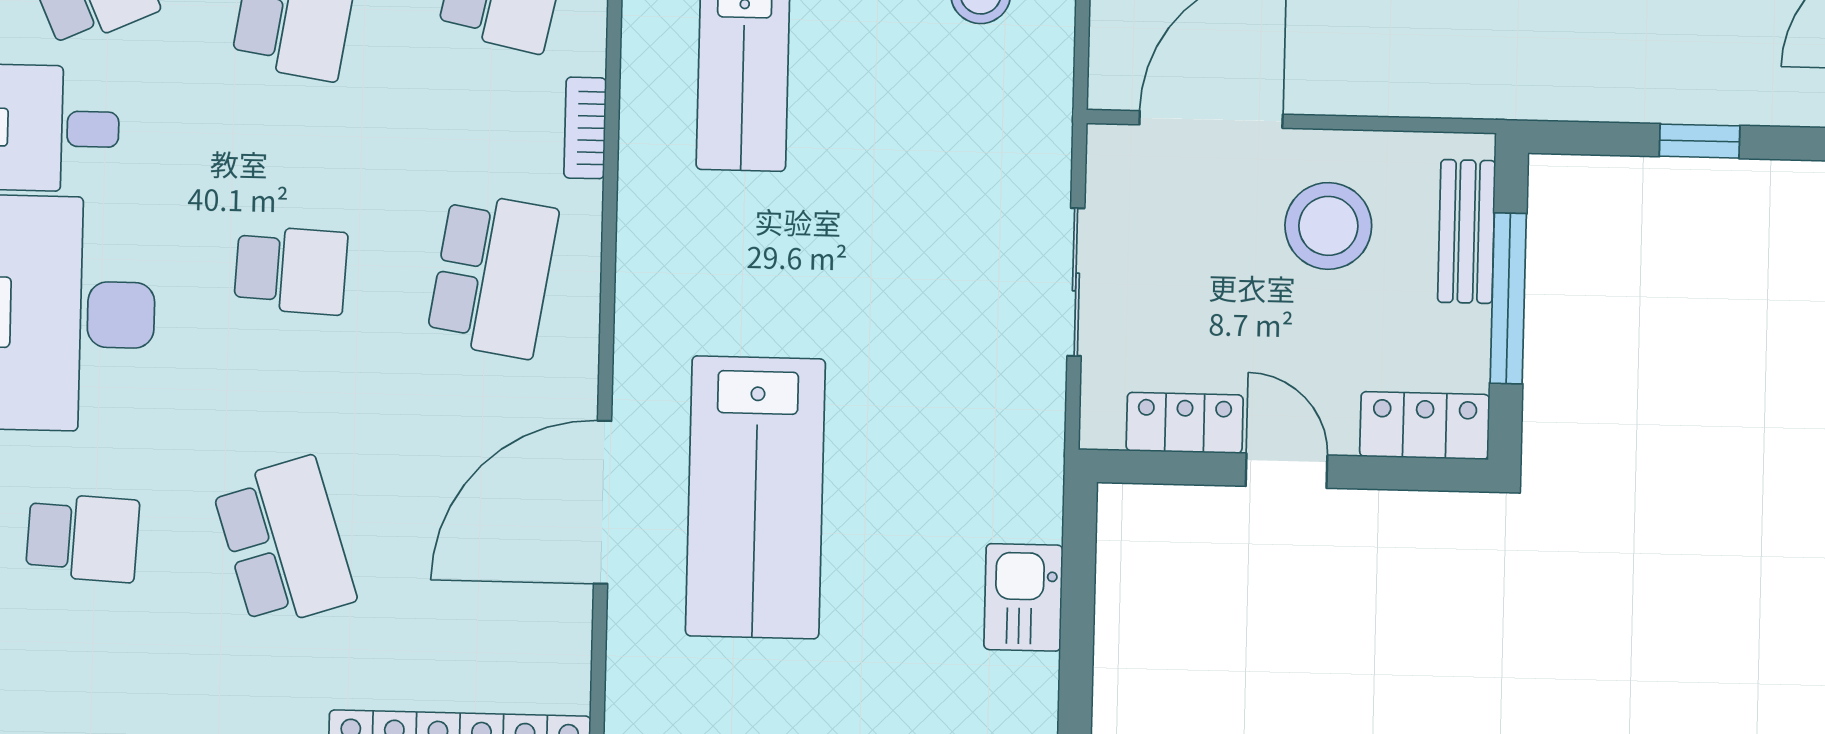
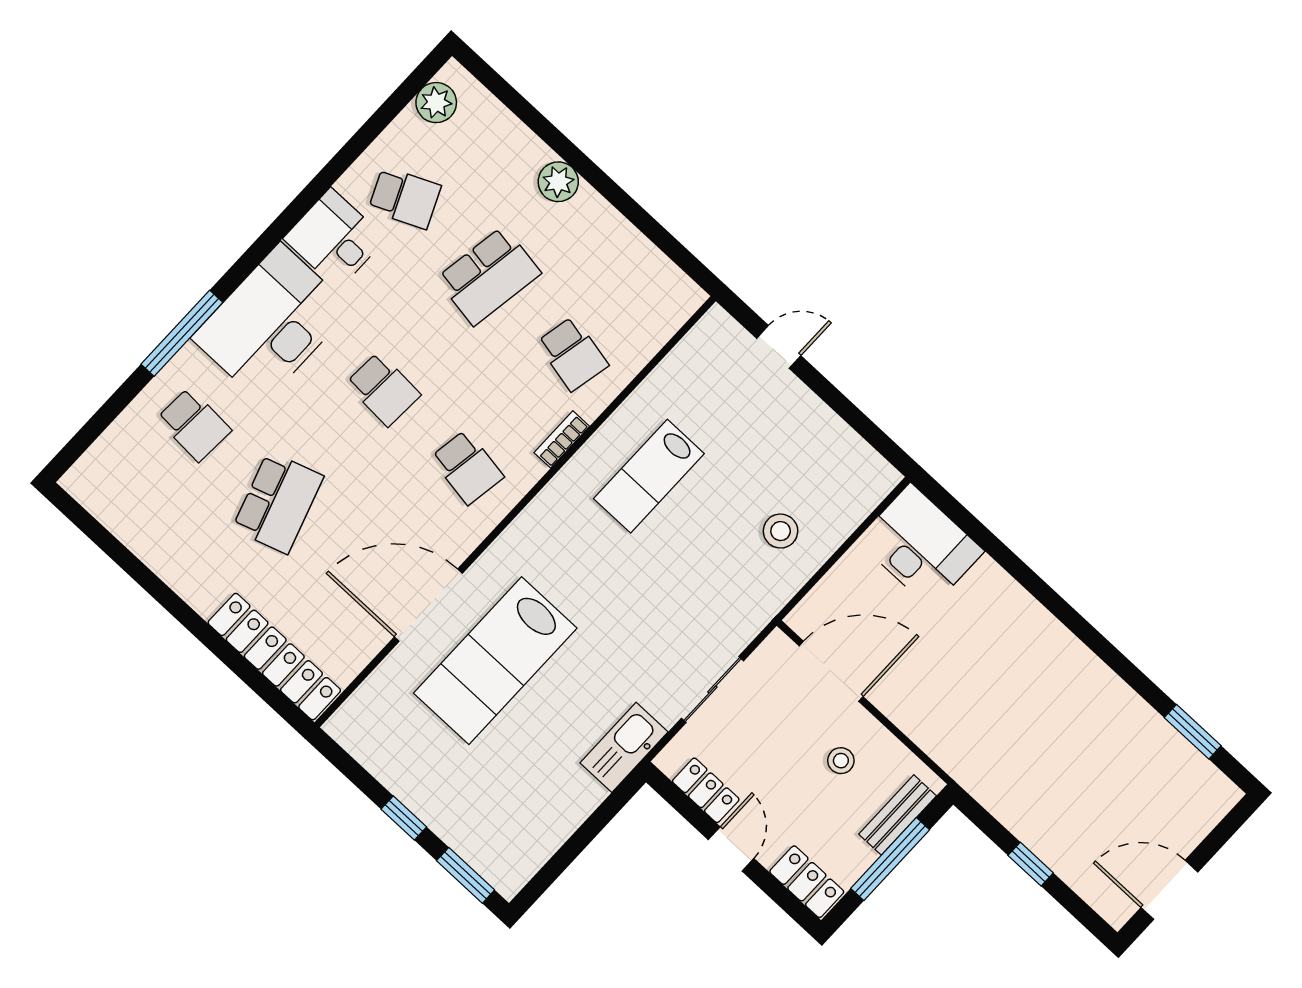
stool: (1328, 226) -> (841, 761), width x0.53, depth x0.53
school desk: (493, 275) -> (467, 467), width x0.54
kitchen sink: (1023, 597) -> (624, 747), moved, width x1.38

